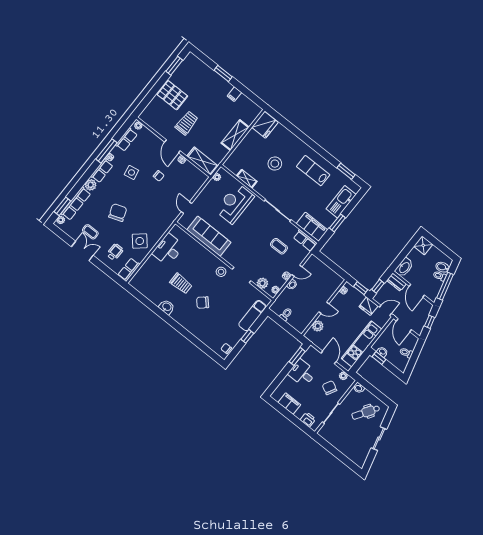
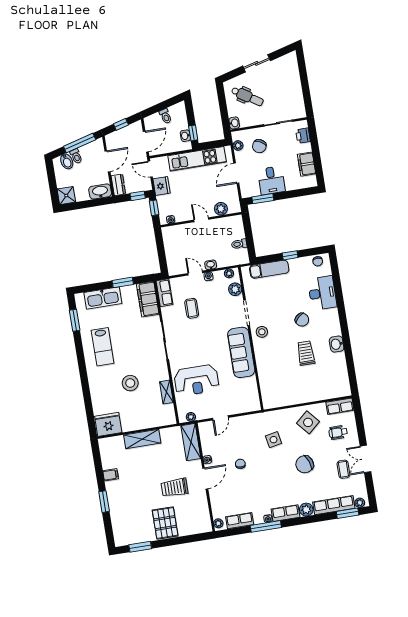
side table: (131, 172) -> (274, 440), moved
door: (186, 208) -> (220, 418), moved
sofa: (209, 236) -> (241, 352), moved
desk: (168, 250) -> (322, 293), moved, turned -90

